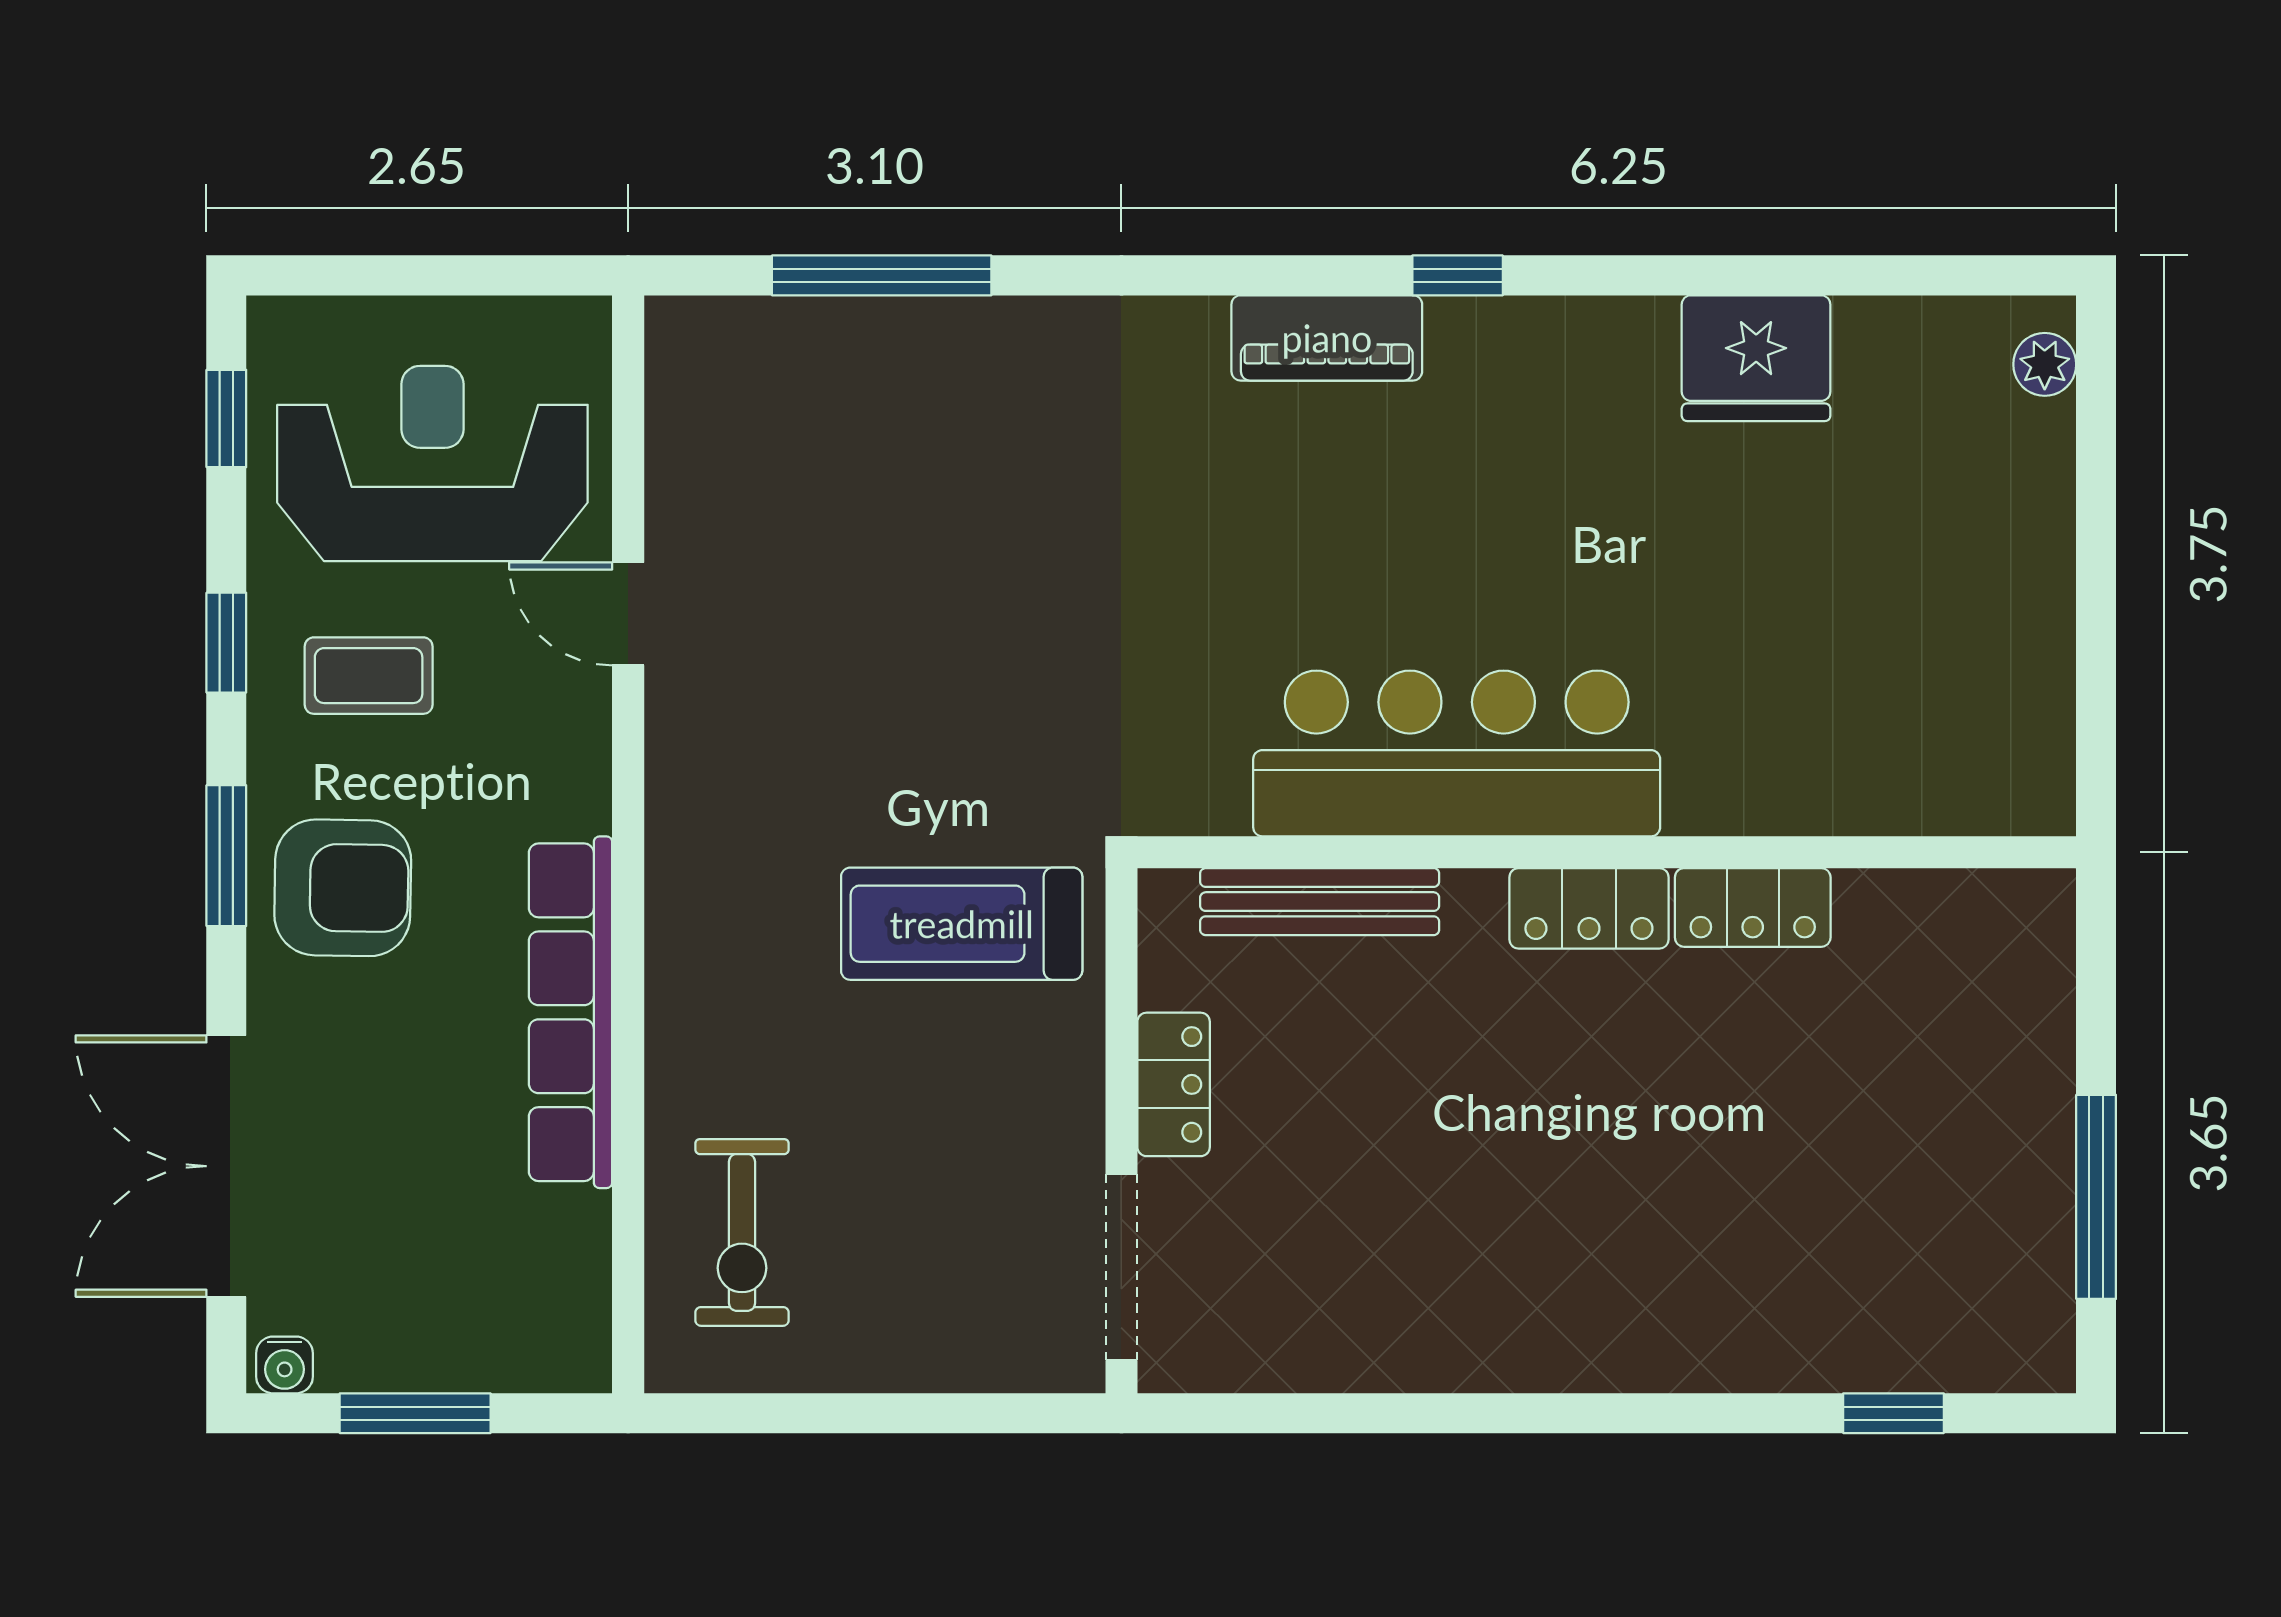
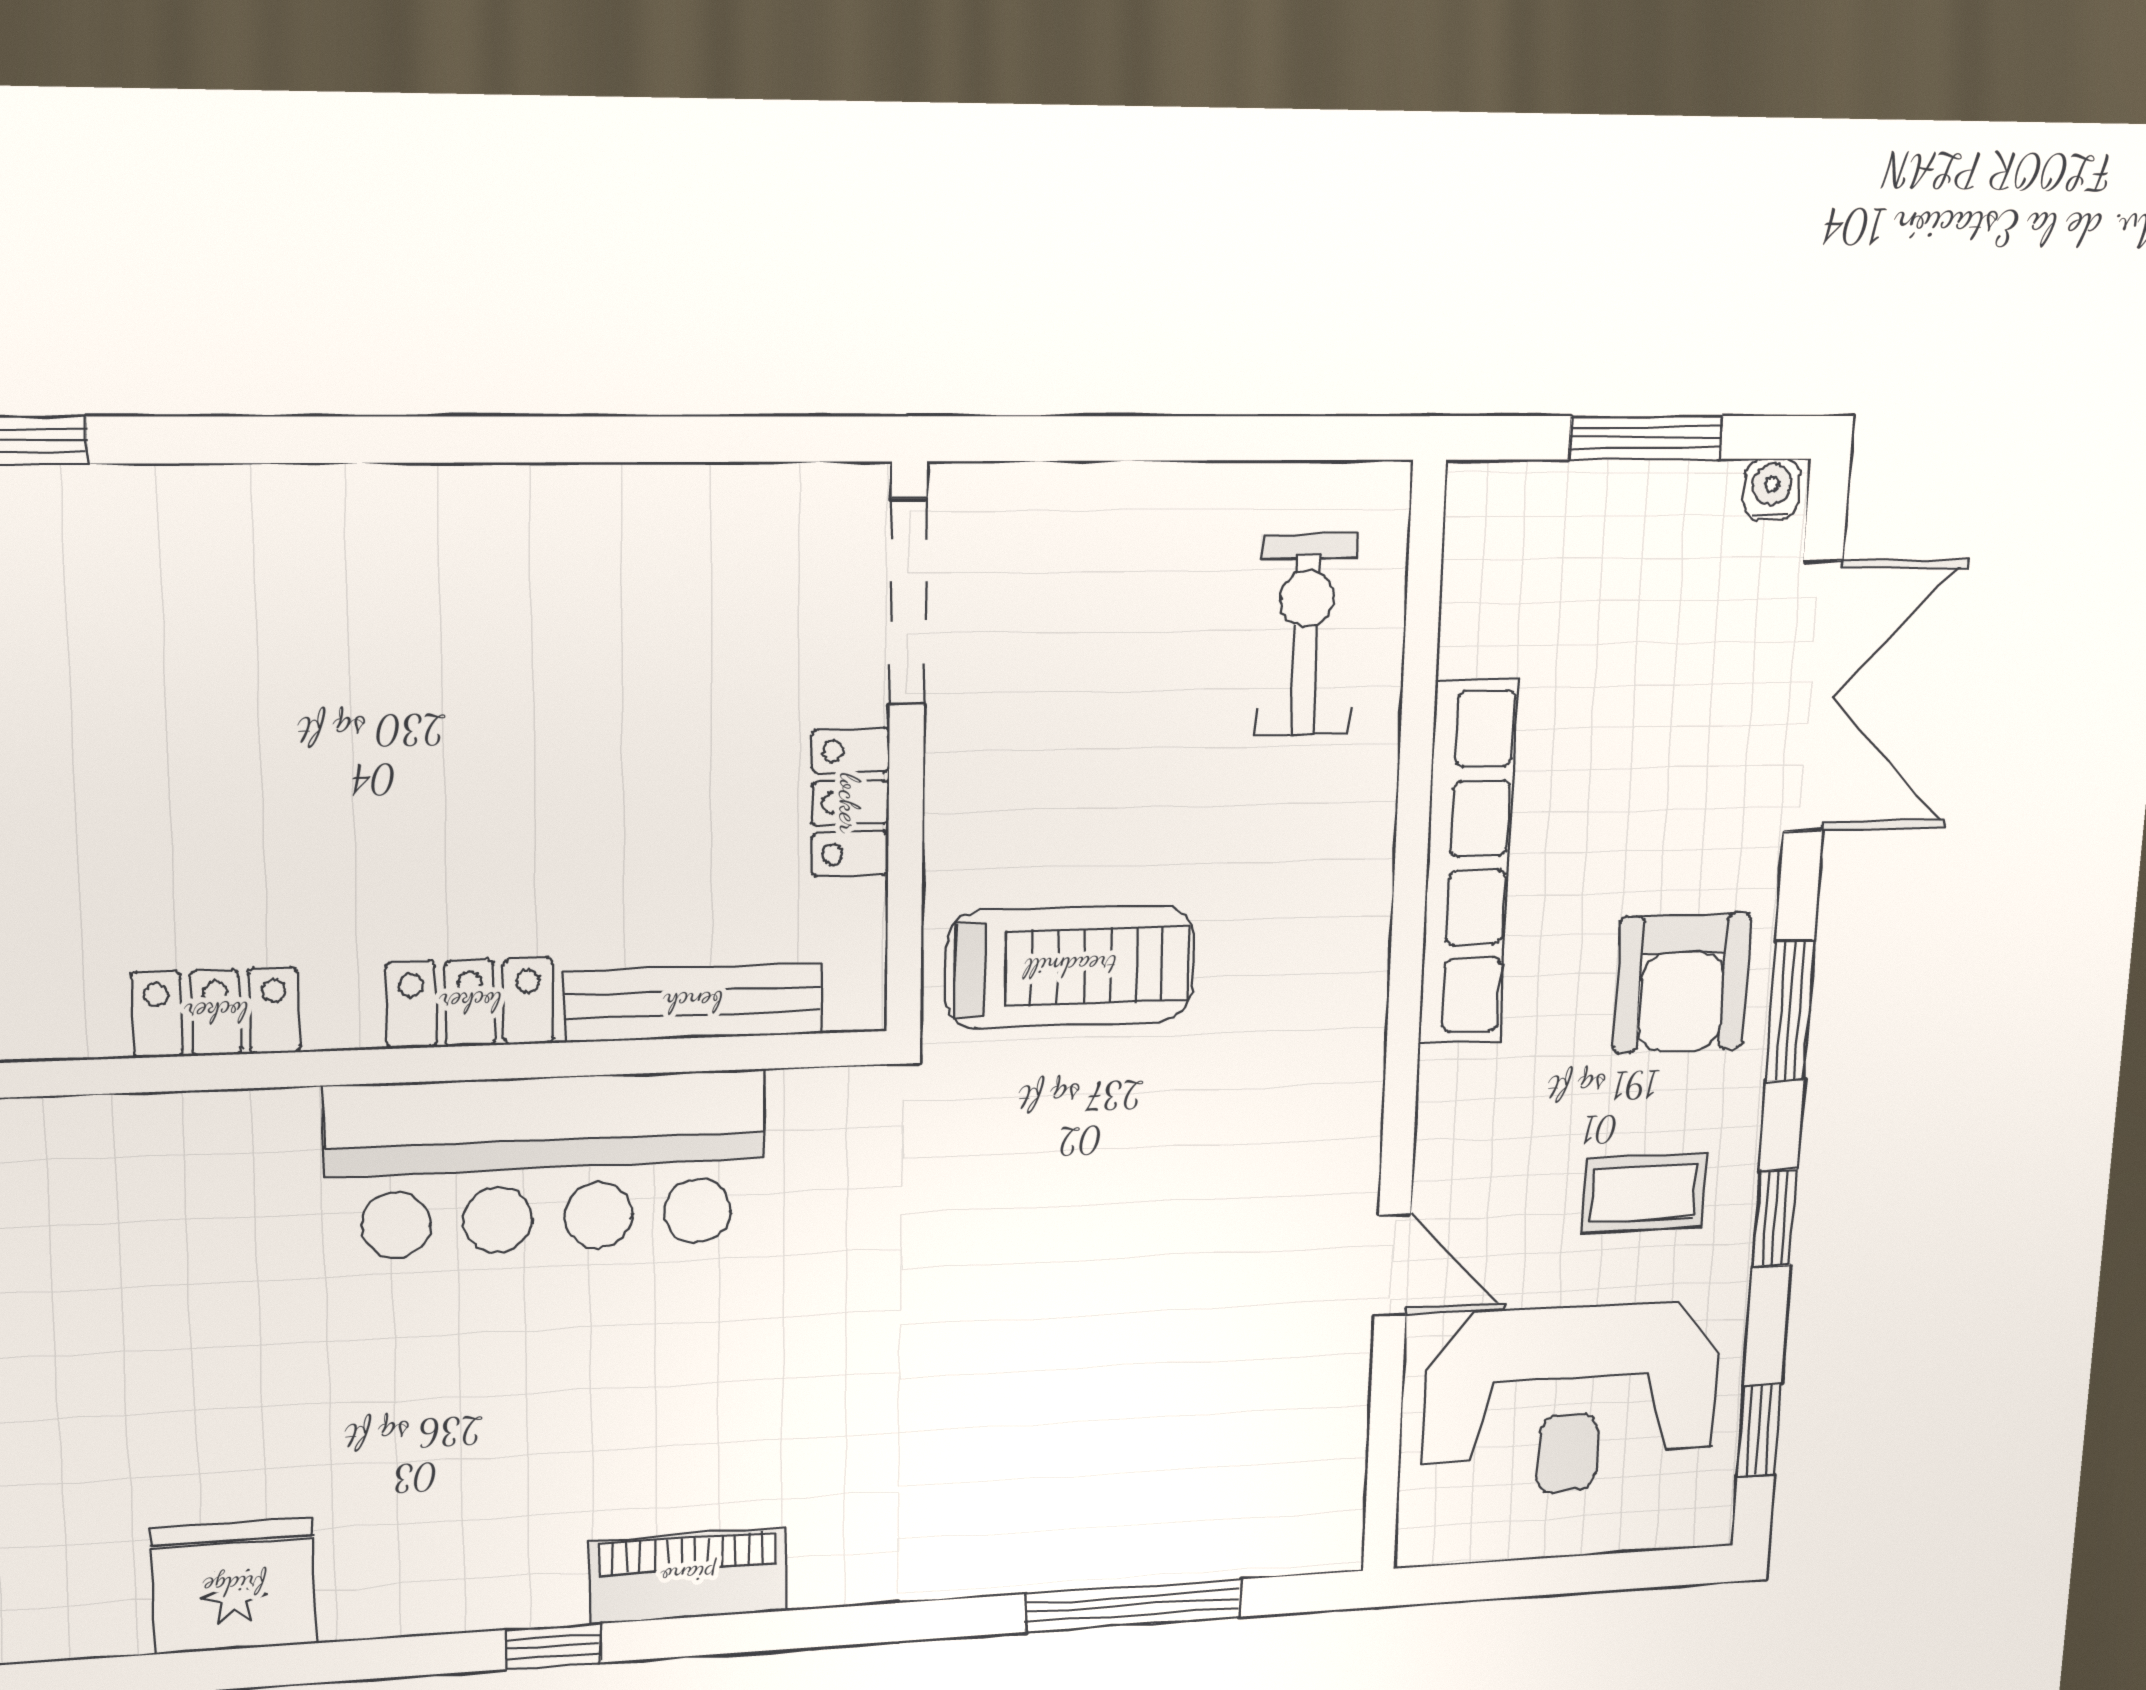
armchair: (343, 888) -> (1682, 983), turned -91
locker: (1589, 908) -> (470, 1003), moved

